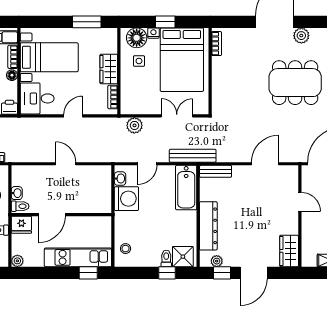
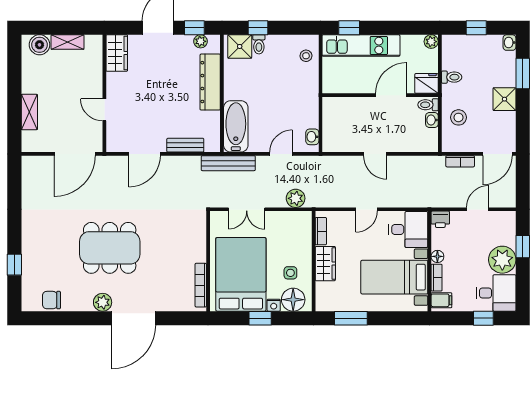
bookcase: (216, 44) -> (201, 285), width x1.56
bench: (216, 171) -> (185, 145), moved
washing machine: (126, 199) -> (305, 114), removed

